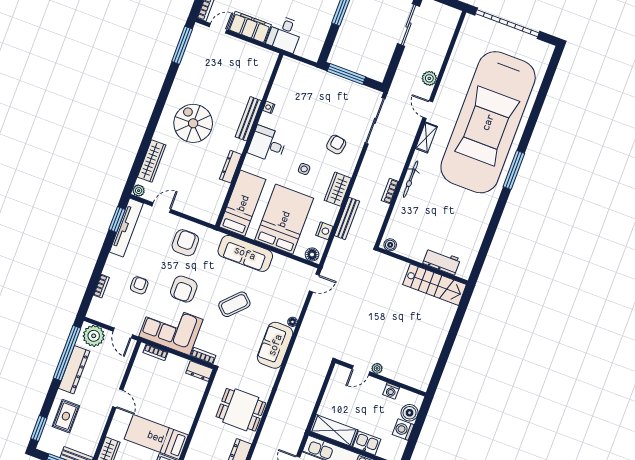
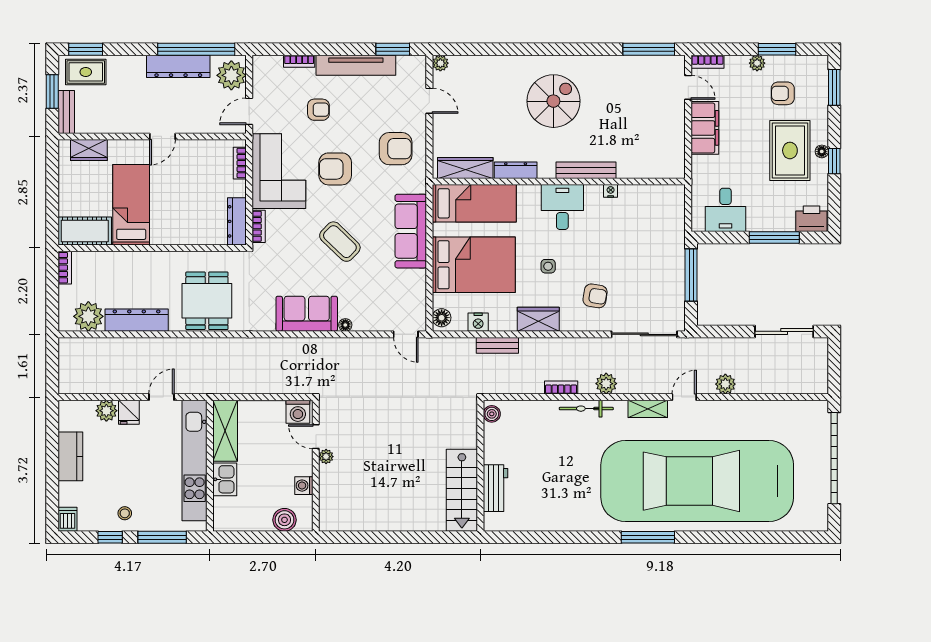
desk: (285, 34) -> (726, 210), moved, turned -90
plant: (399, 159) -> (606, 384), added
wardrobe: (152, 161) -> (465, 168), moved, turned 180
bench: (347, 218) -> (497, 345), width x0.73
tv unit: (126, 228) -> (356, 65), moved
dresser: (199, 371) -> (237, 221), width x1.44
rug: (66, 416) -> (86, 72), moved
washing machine: (403, 430) -> (298, 412), moved, turned 180

